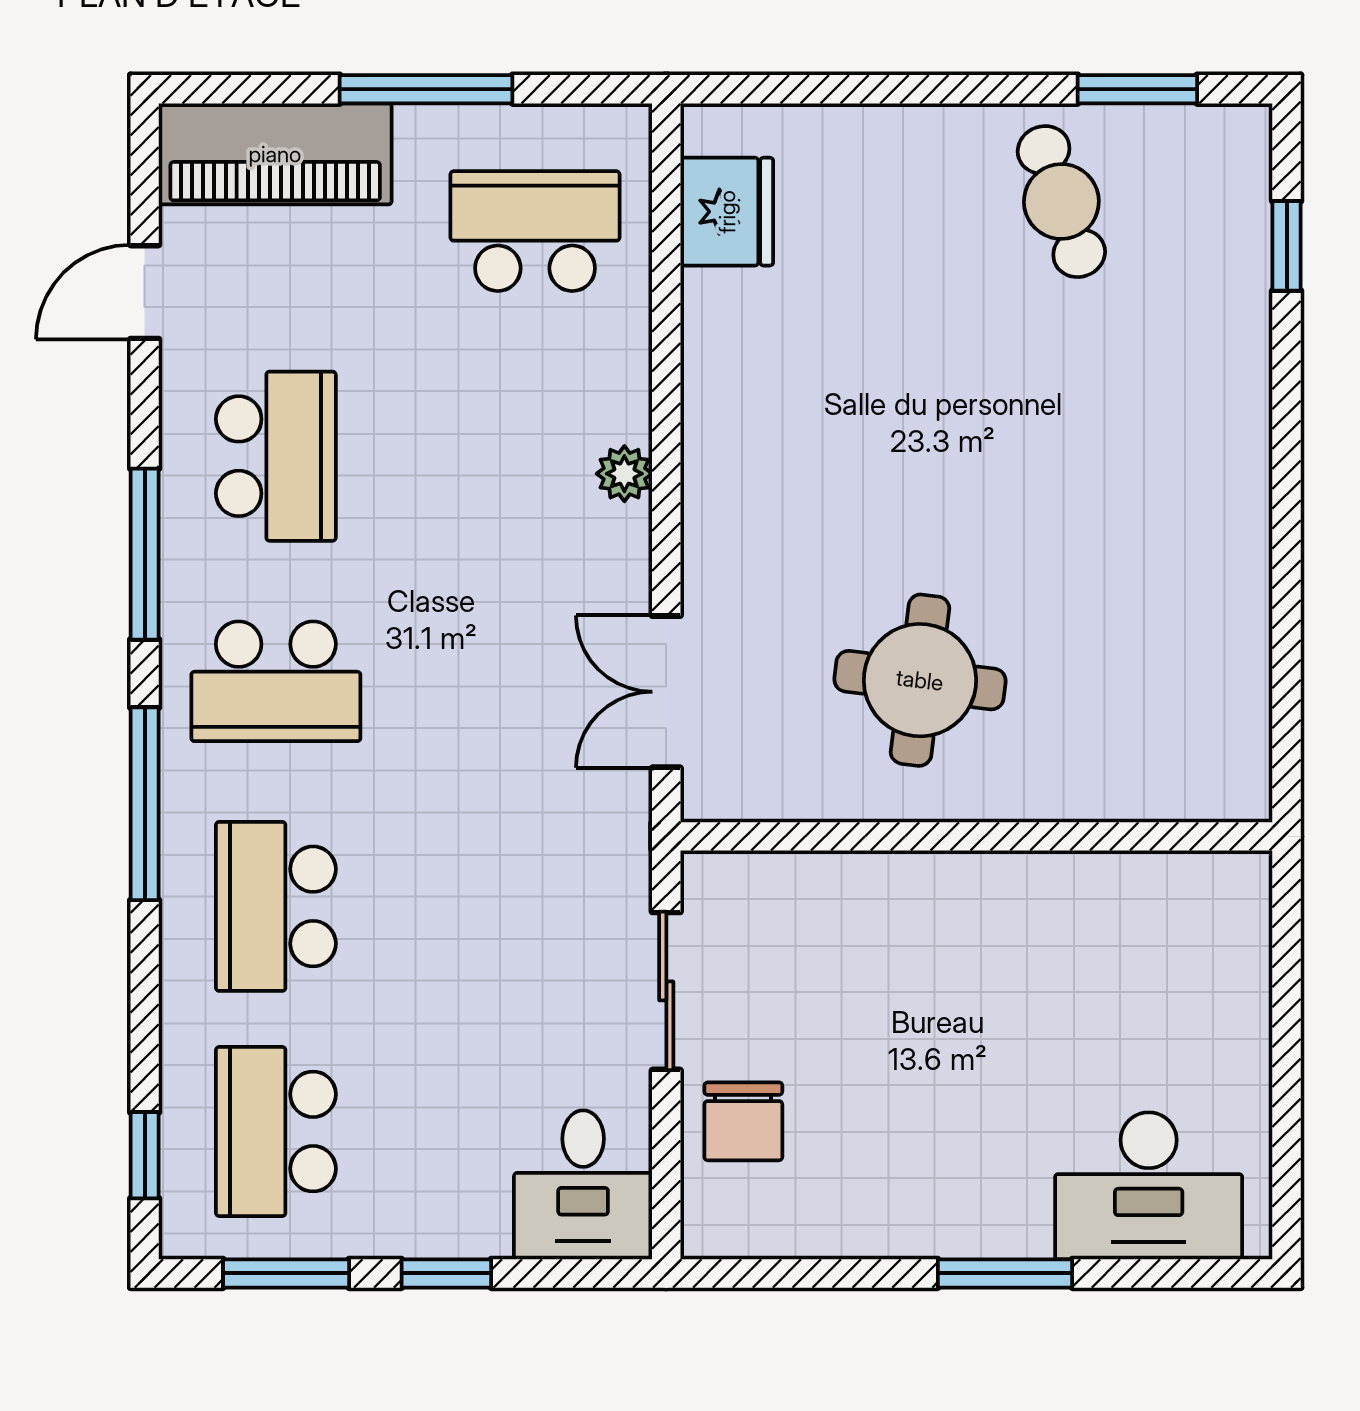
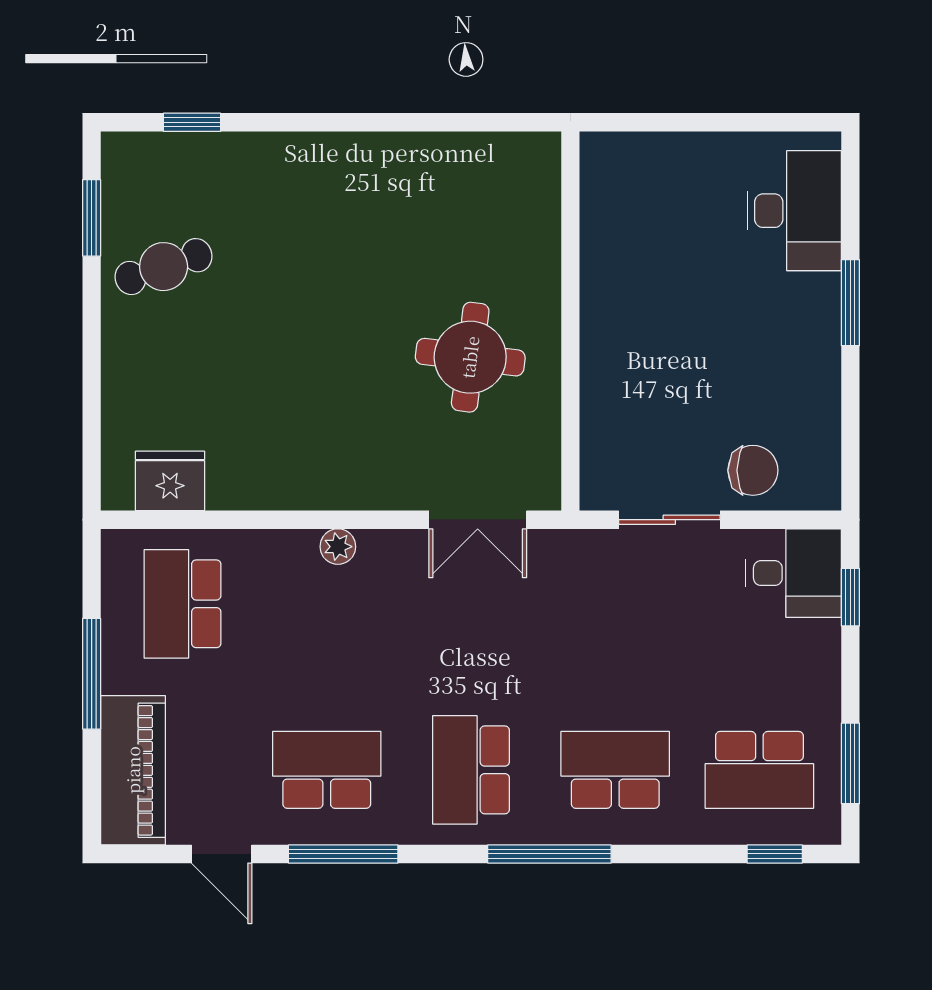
window: (145, 554) -> (343, 854), moved
school desk: (276, 681) -> (471, 770), turned 180
school desk: (276, 906) -> (615, 770), turned 180
window: (446, 1273) -> (850, 597), moved

